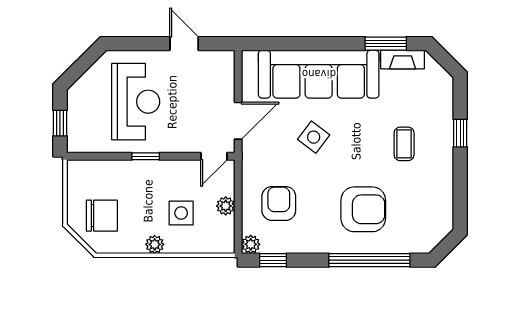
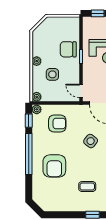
plant: (226, 206) -> (37, 97), moved
chair: (102, 216) -> (68, 49), moved, turned 90
window: (369, 260) -> (29, 154), moved

